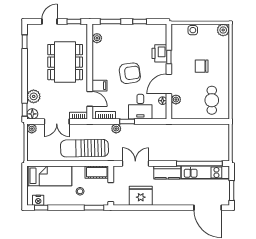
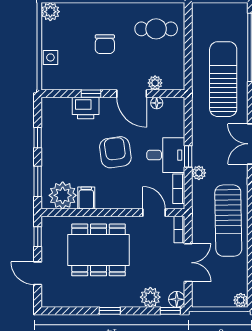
plant: (97, 38) -> (63, 195), width x1.88, depth x1.88
window: (25, 42) -> (110, 311), moved
filing cabinet: (99, 86) -> (86, 198), moved
door: (90, 99) -> (154, 213), hinge flipped
desk: (140, 107) -> (166, 155), moved
plant: (32, 129) -> (241, 300), moved
sun lounger: (178, 145) -> (223, 79), added

